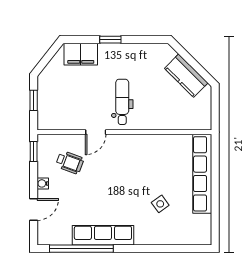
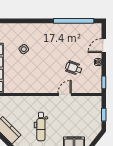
dental chair: (122, 102) -> (41, 127), moved
wheelchair: (70, 162) -> (74, 68), moved
row of seats: (103, 235) -> (60, 29), removed

